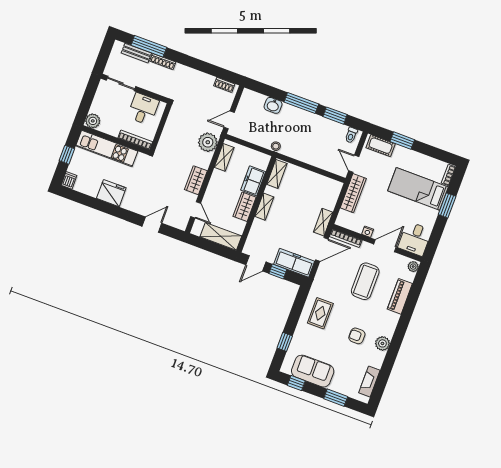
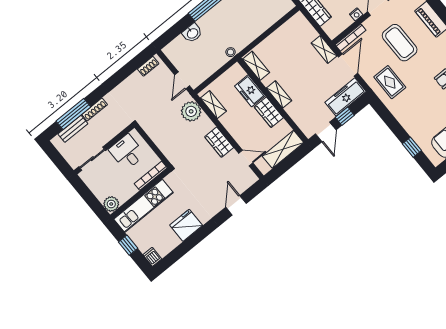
rug: (320, 313) -> (390, 82), moved

